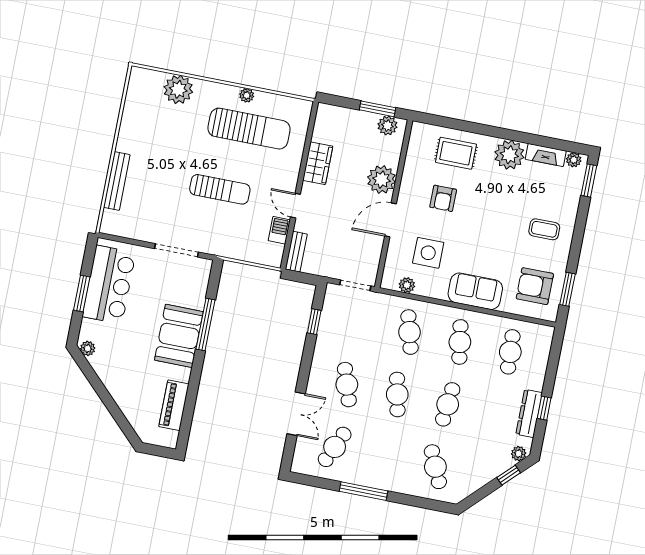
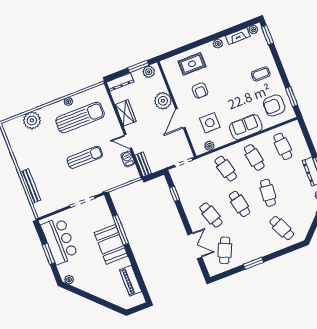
dresser: (338, 114) -> (120, 82), added
plant: (509, 155) -> (218, 44), width x0.53, depth x0.53
window: (364, 491) -> (253, 263), width x0.69

